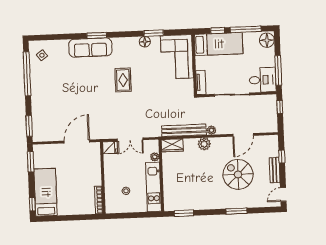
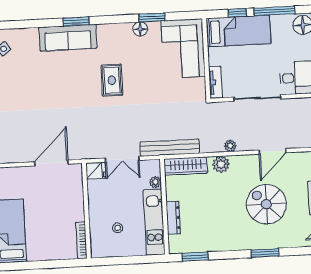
bench: (184, 130) -> (170, 148), moved
wardrobe: (172, 145) -> (186, 166), width x1.50
dresser: (168, 184) -> (173, 218), added

